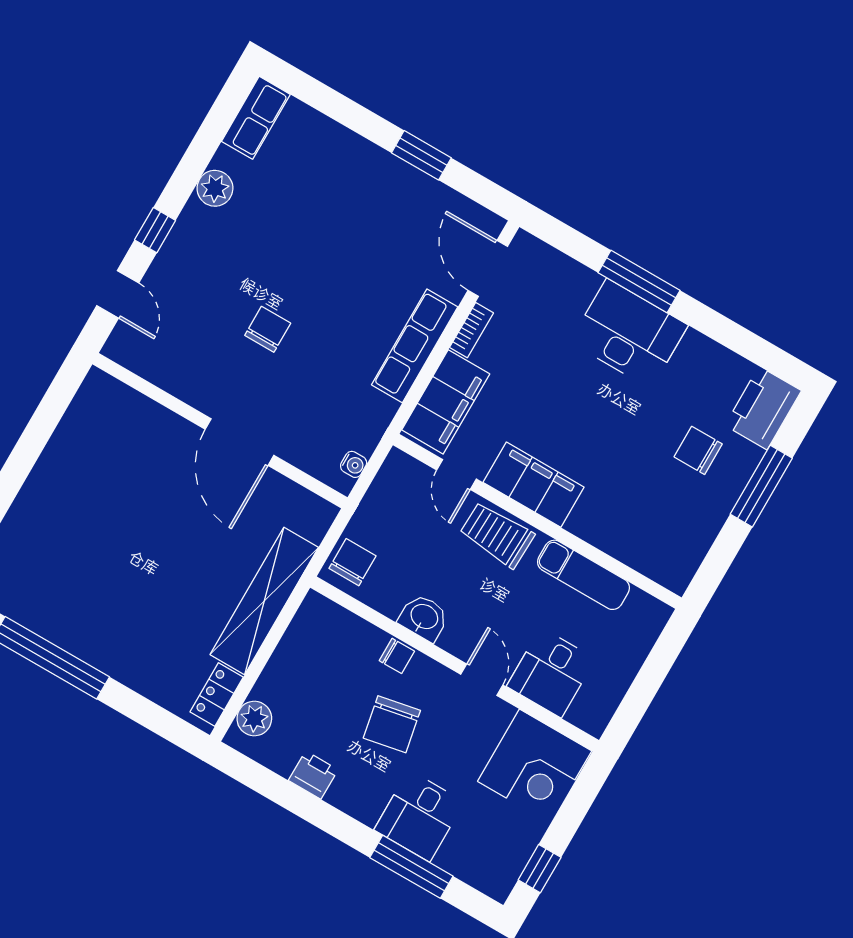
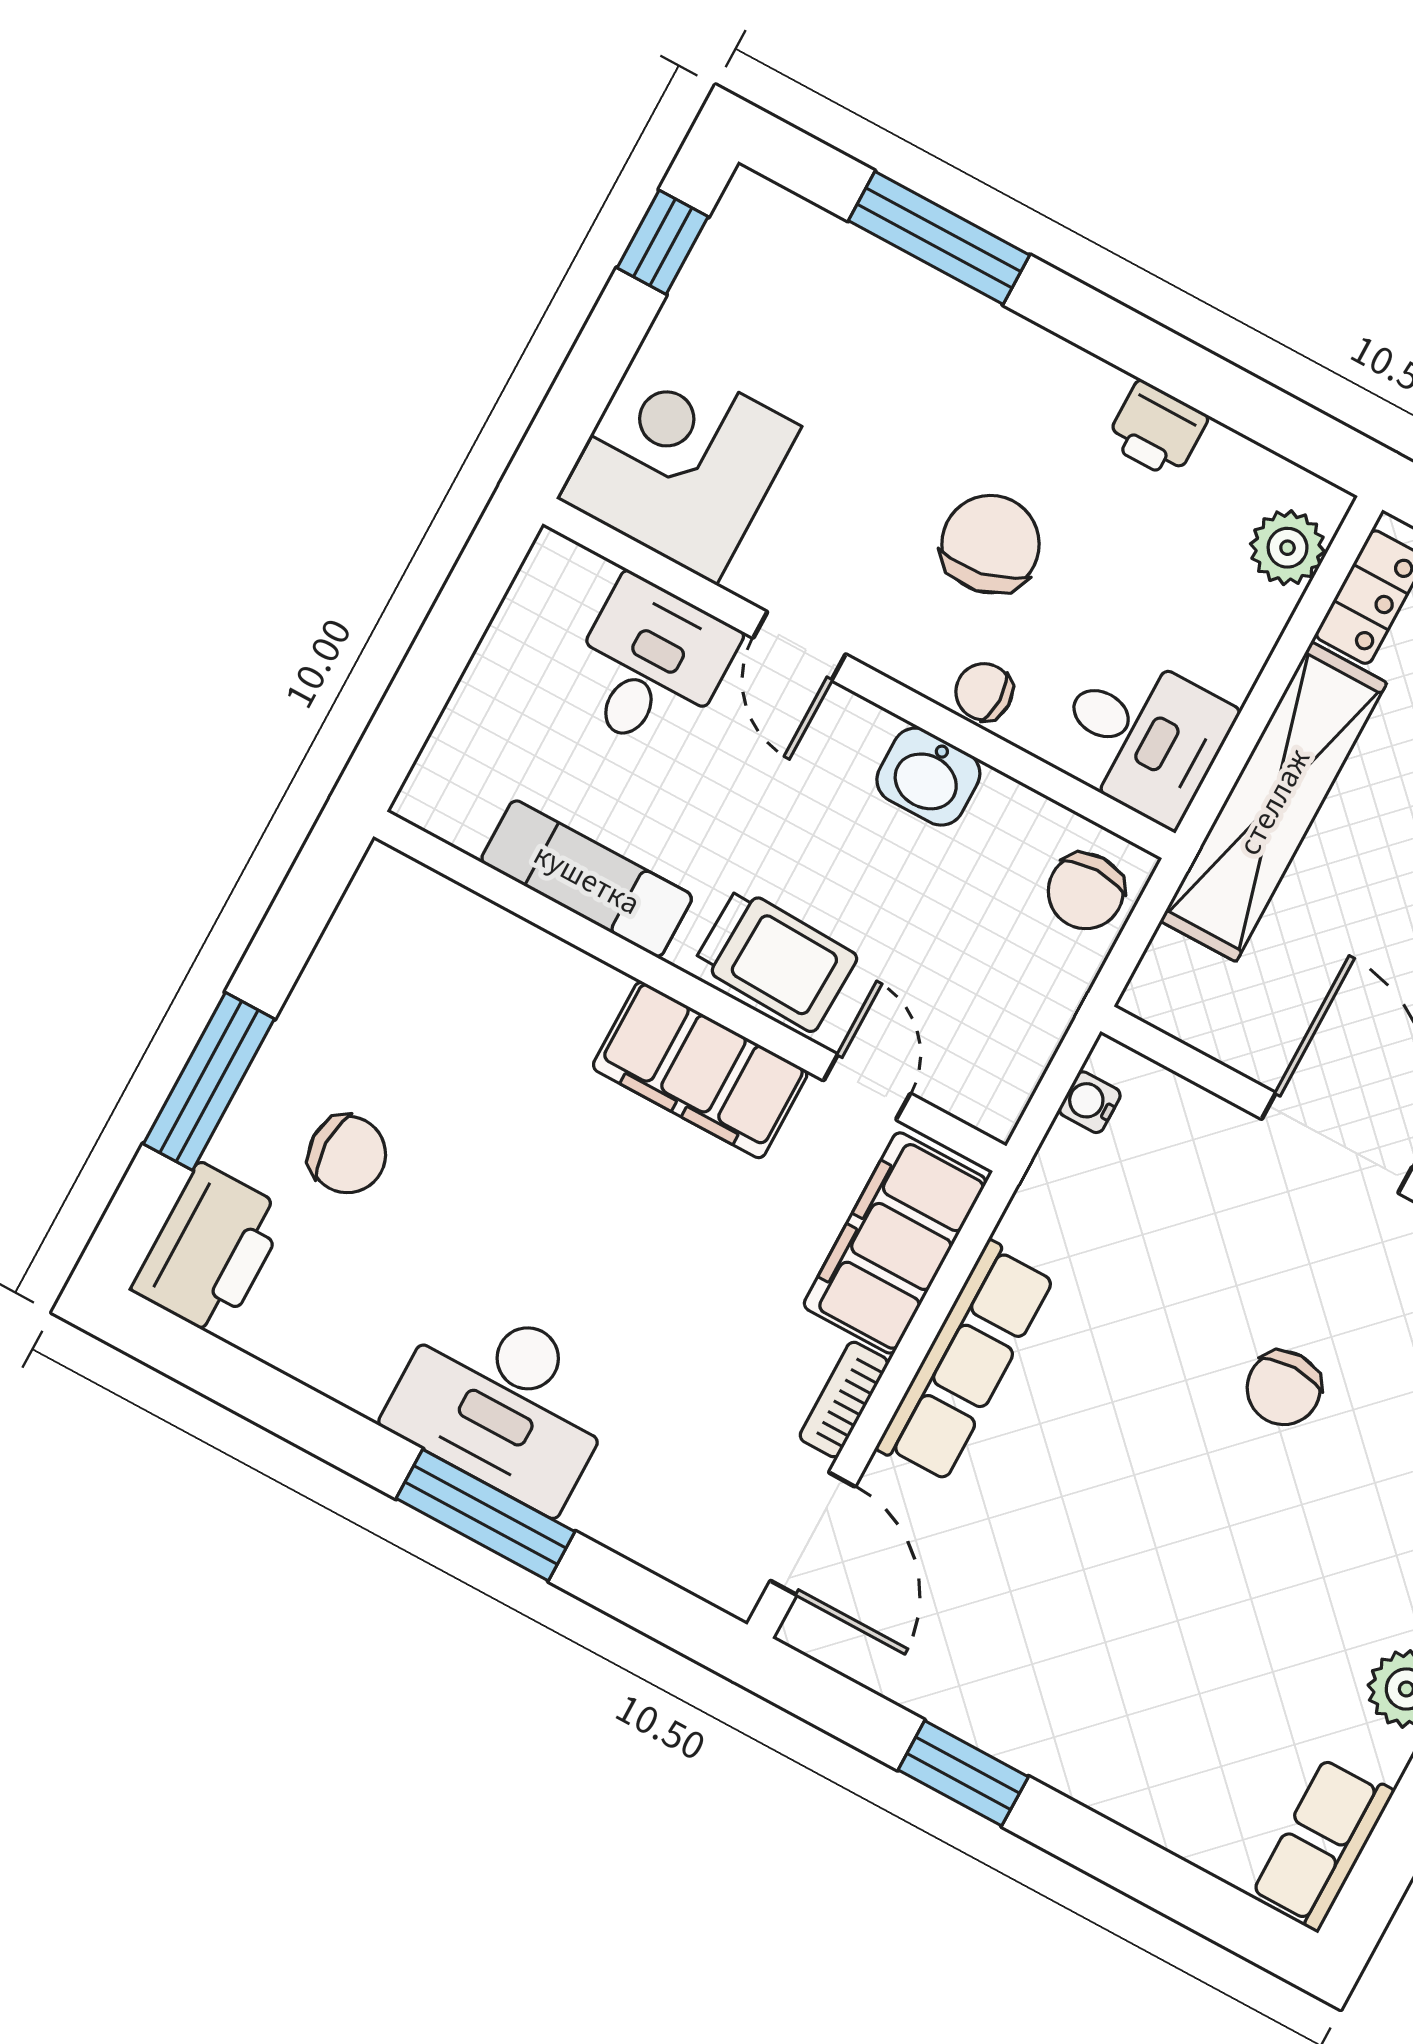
desk: (419, 816) -> (1142, 736), moved, turned 90

